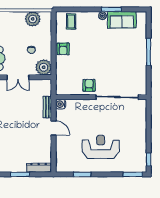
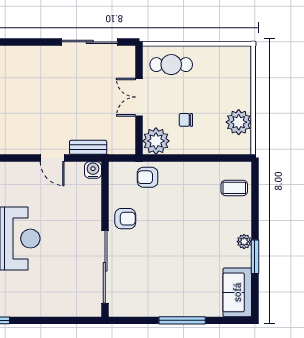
sofa: (122, 20) -> (237, 292), moved
armchair: (63, 49) -> (148, 177), moved
door: (54, 128) -> (52, 158), hinge flipped

